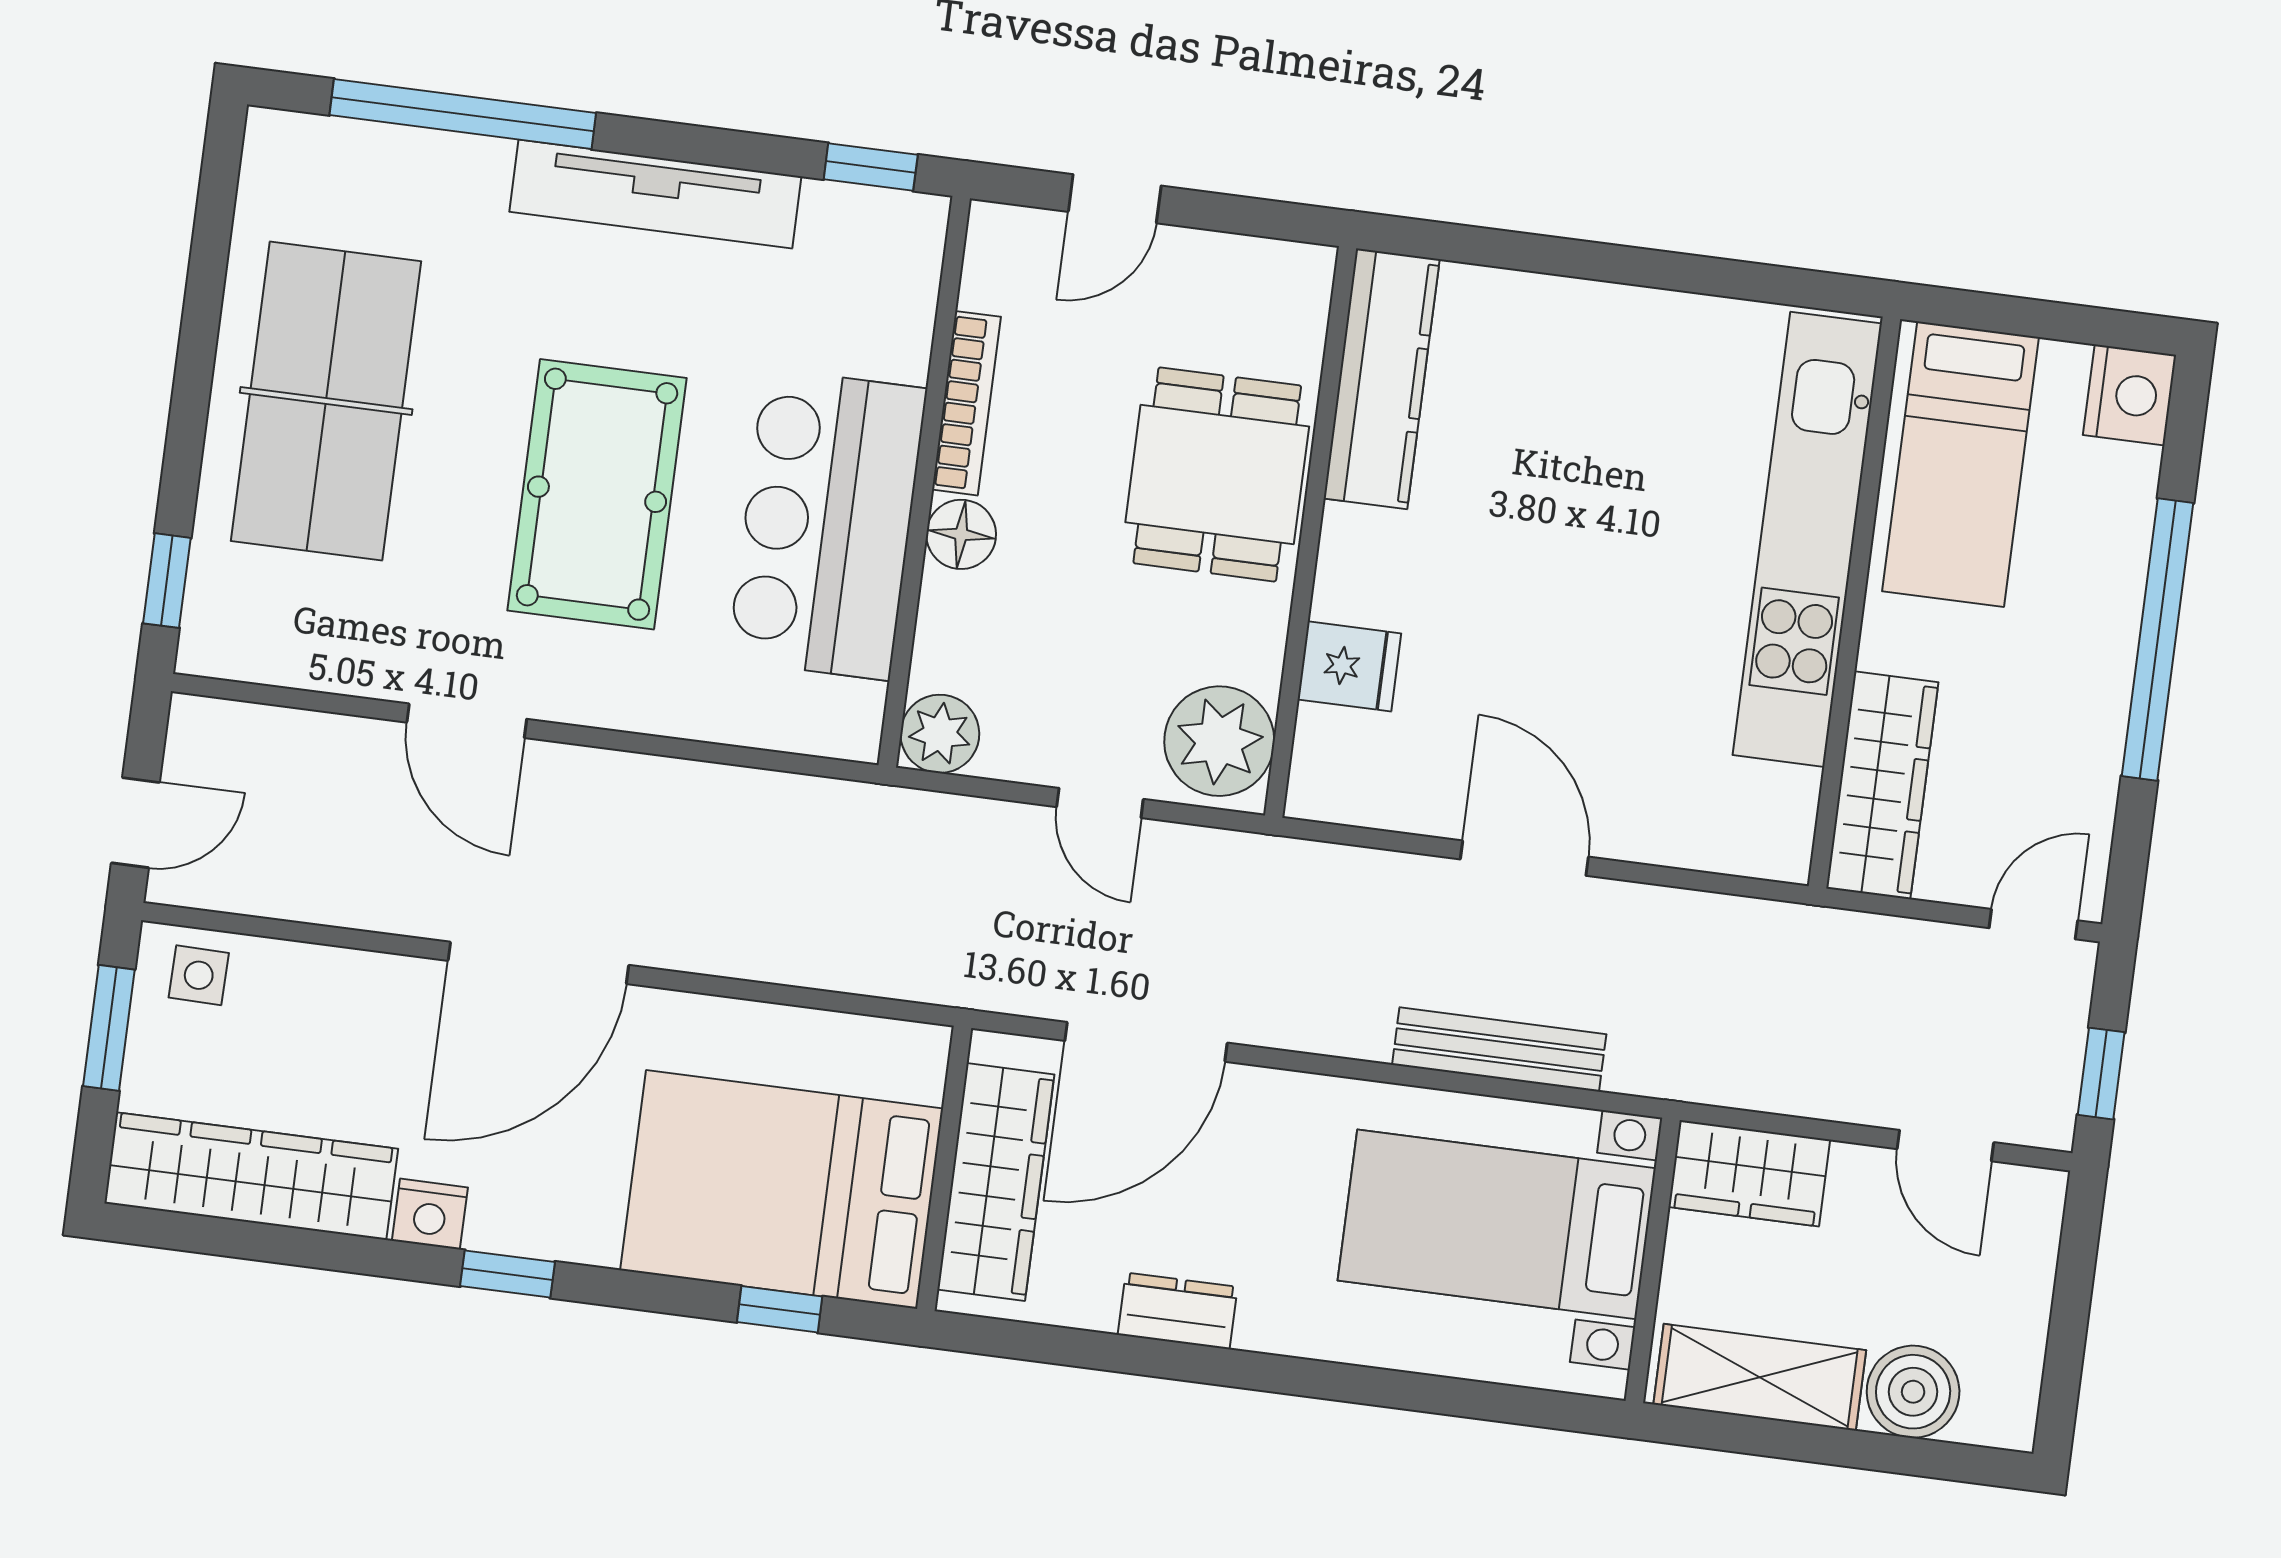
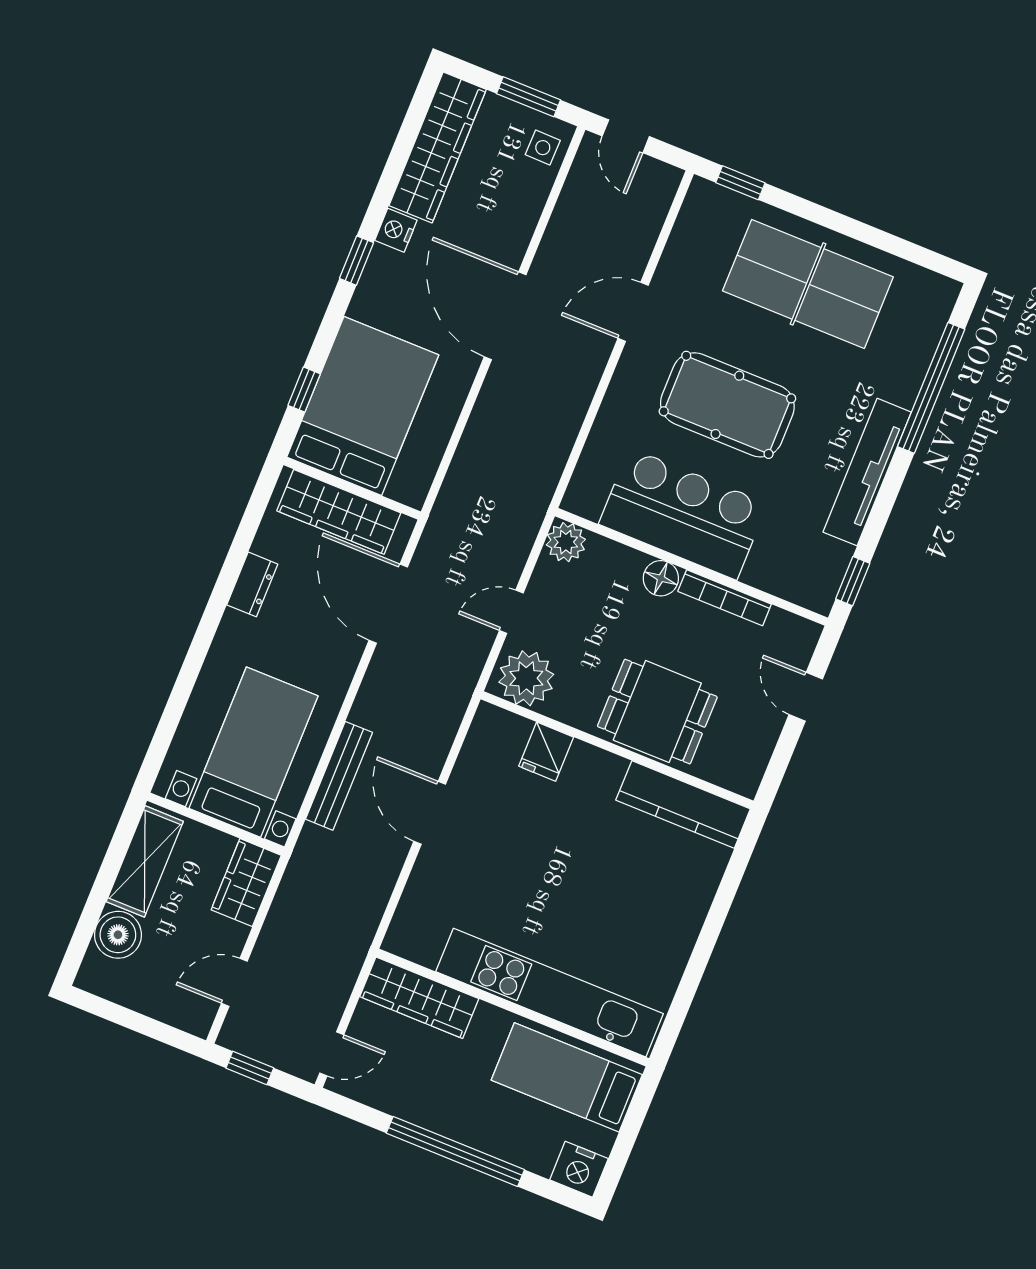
door: (1524, 858) -> (430, 813), swing flipped
door: (2033, 924) -> (332, 1054), hinge flipped

